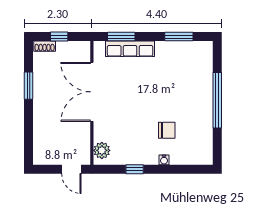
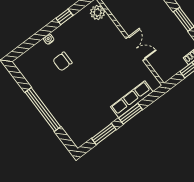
window: (121, 37) -> (131, 114), moved
double door: (92, 92) -> (136, 49), width x0.54

